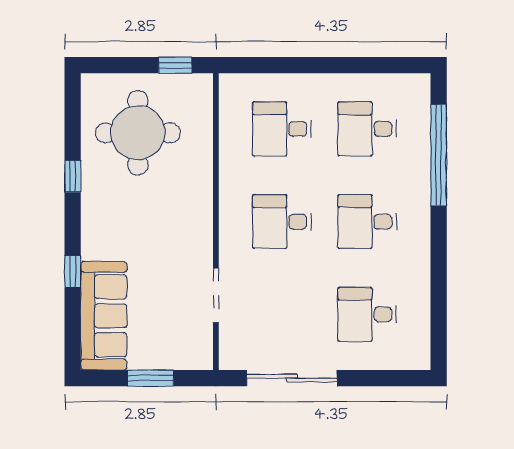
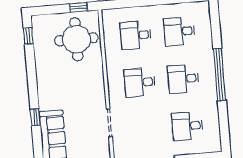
round table: (138, 133) -> (76, 39), moved
window: (439, 155) -> (220, 75), moved
window: (73, 176) -> (28, 36), moved

